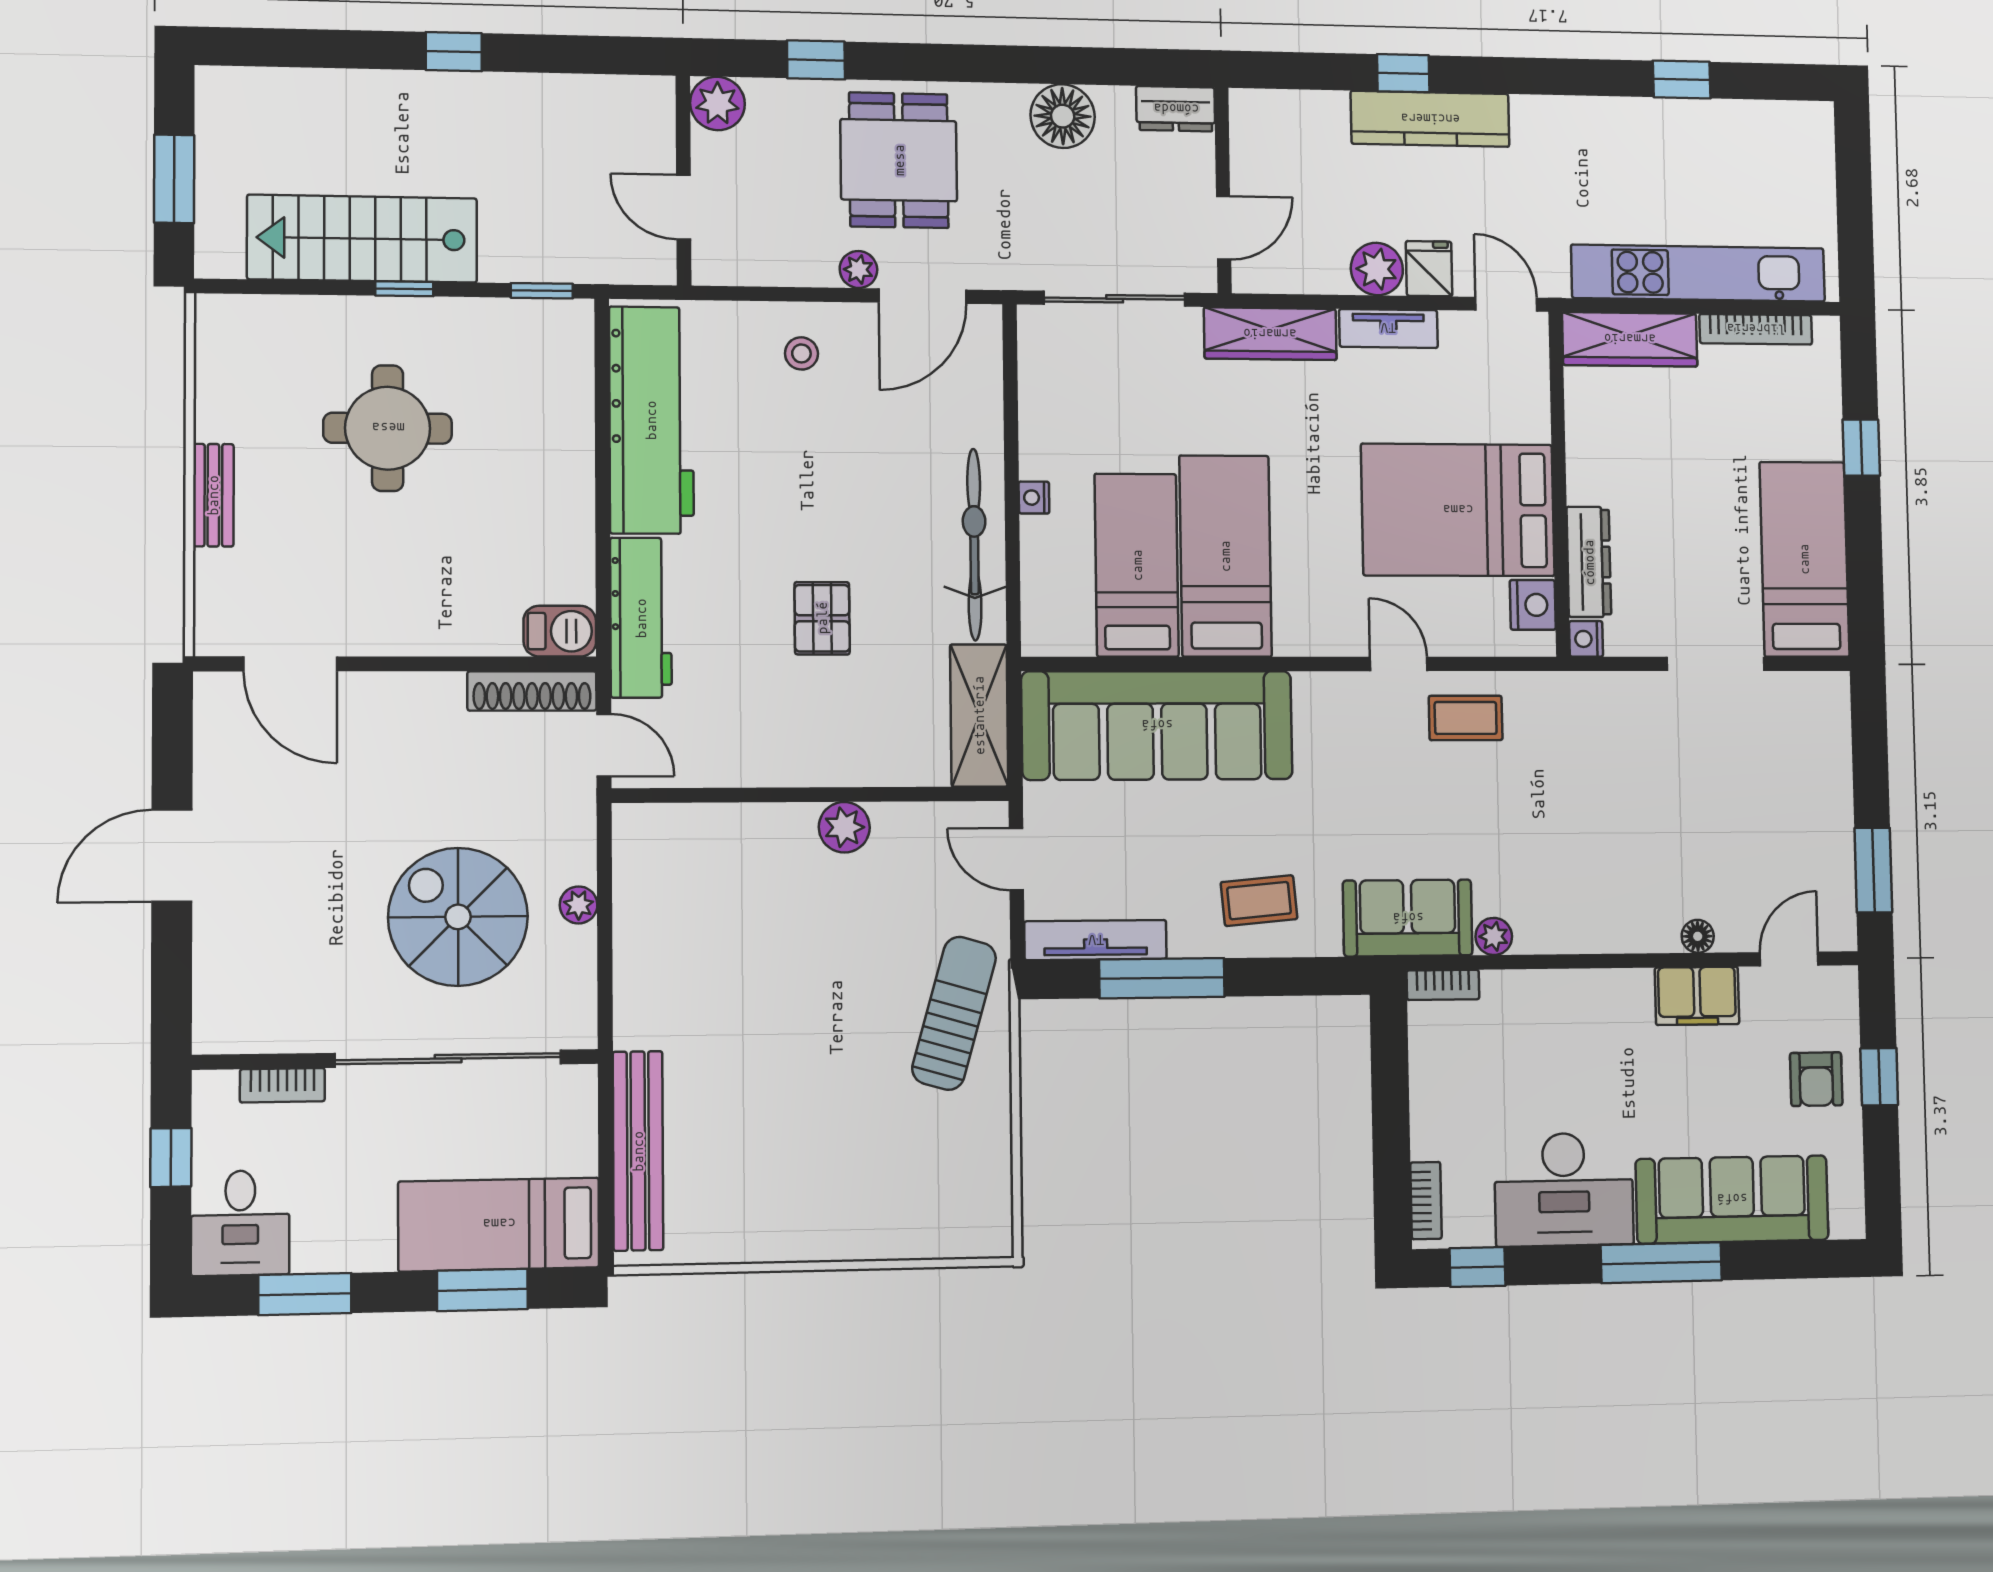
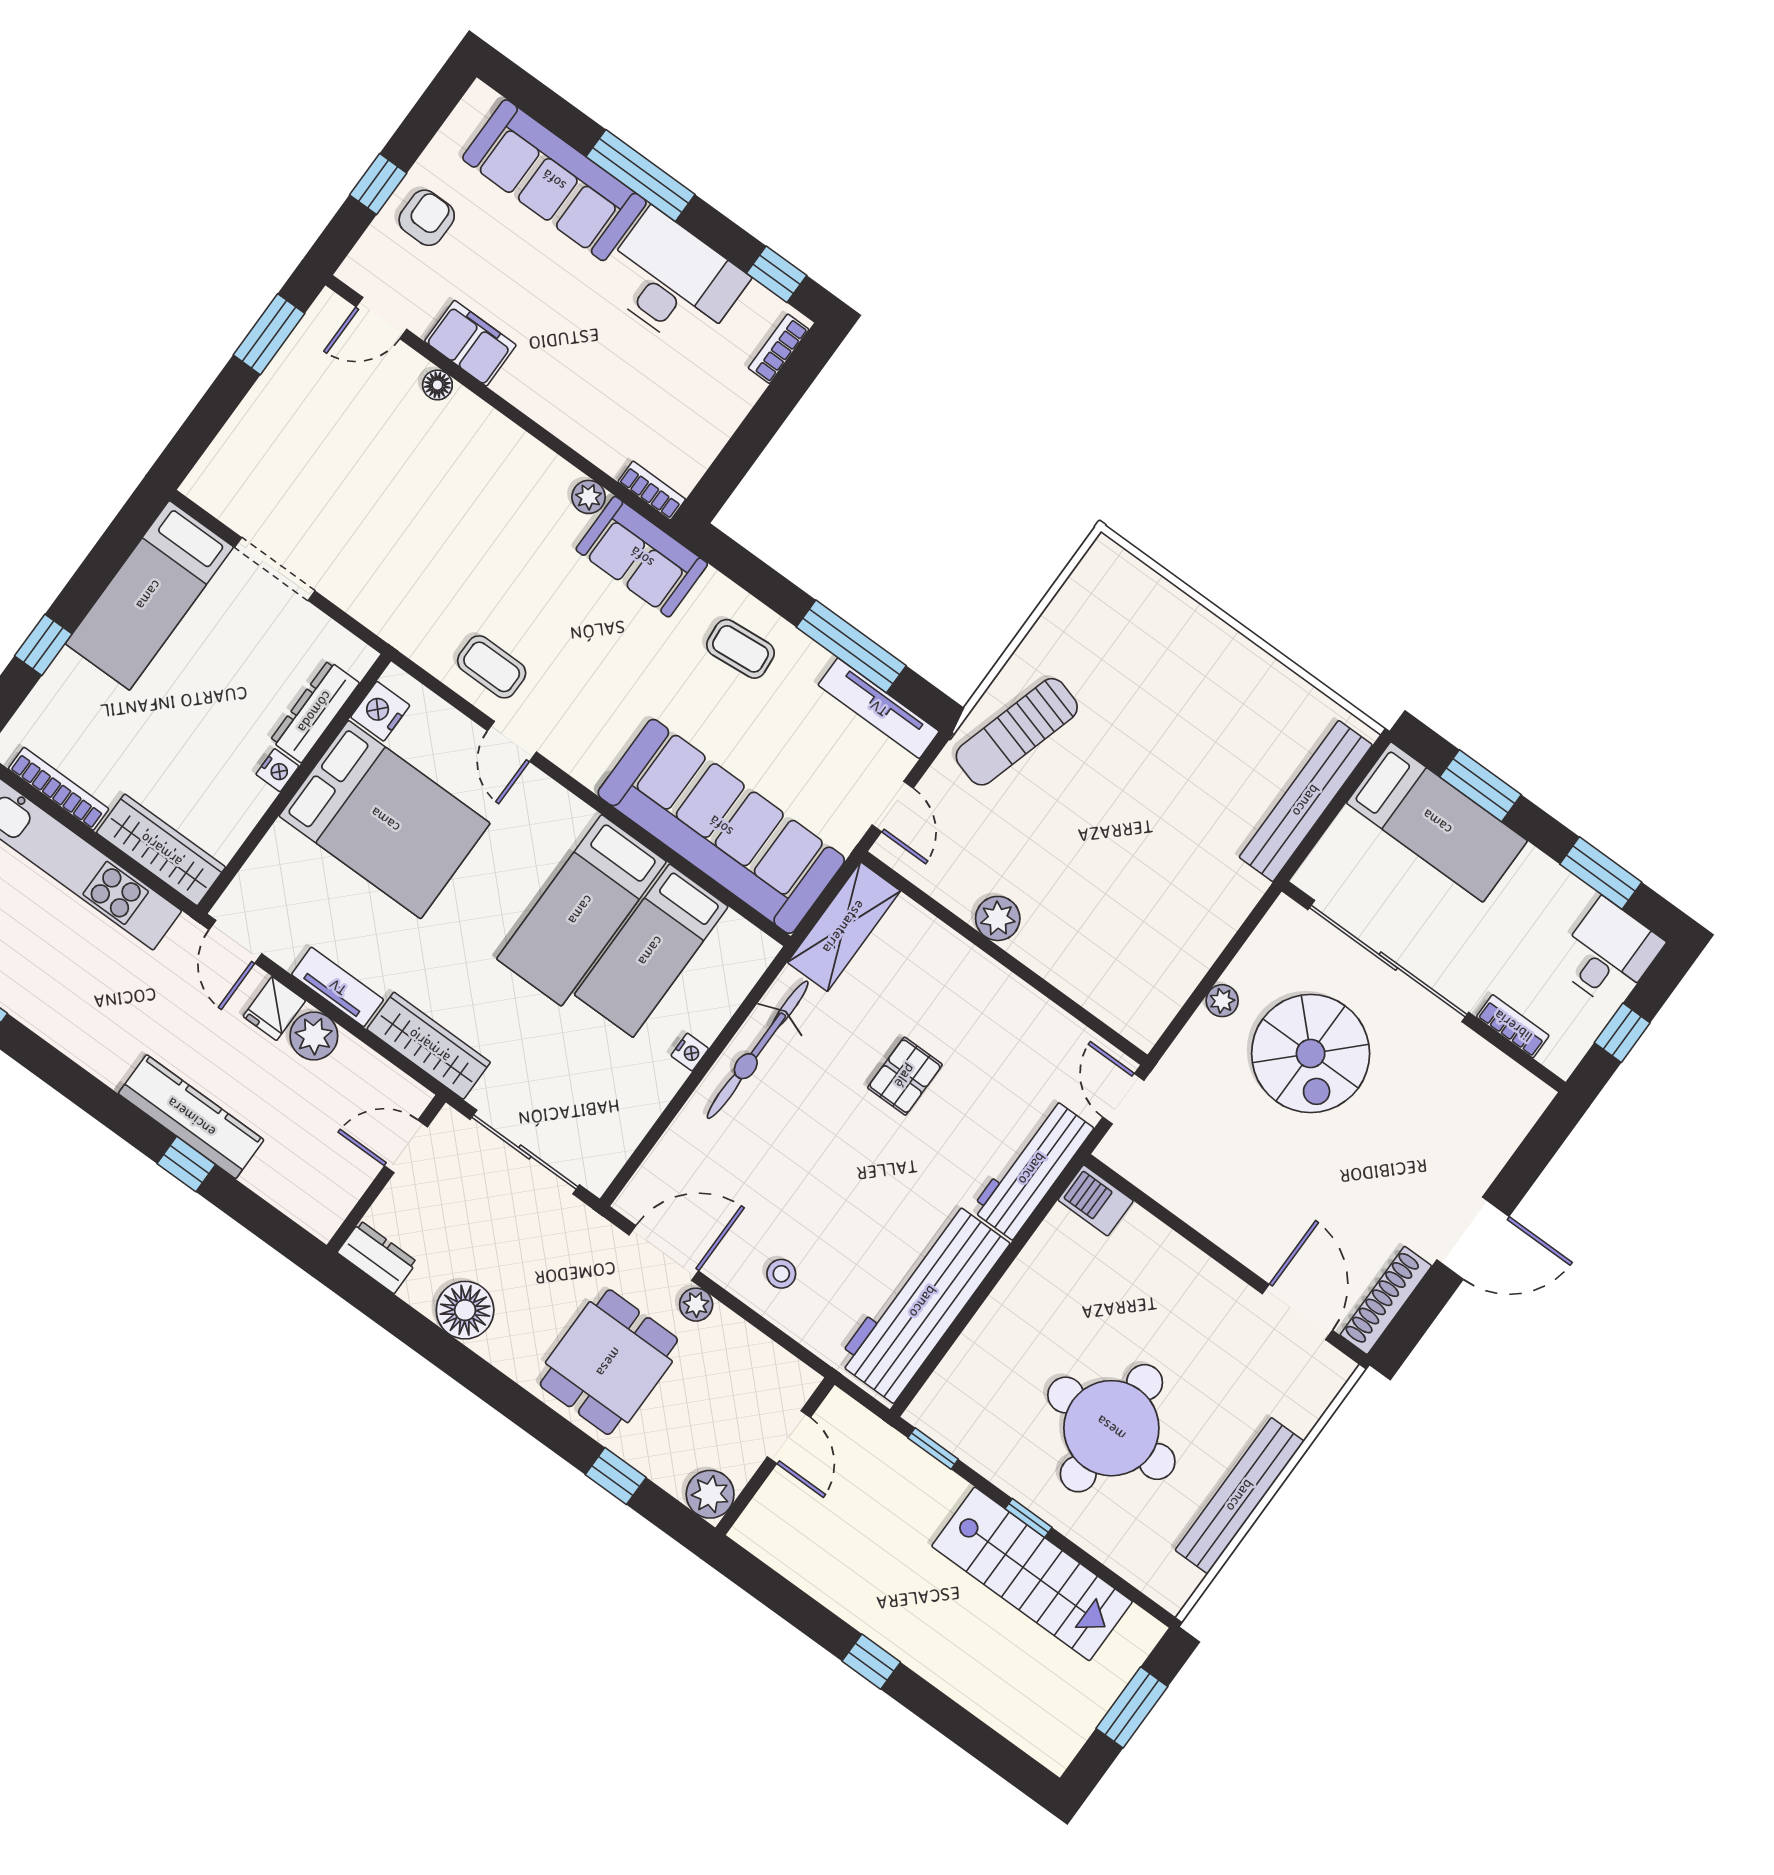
round table: (388, 428) -> (1111, 1428), width x1.36, depth x1.36
bench: (213, 495) -> (1240, 1496), width x1.86, depth x1.21
nightstand: (1586, 639) -> (277, 770), moved
shoe rack: (532, 691) -> (1386, 1300), moved, turned -90

